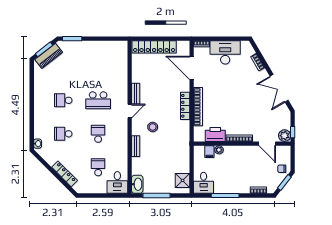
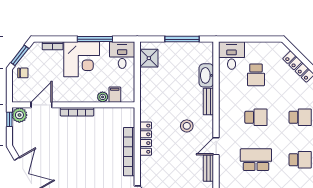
locker: (185, 106) -> (146, 139), moved
school desk: (98, 134) -> (256, 117), turned -90
printer: (215, 134) -> (107, 116), removed
door: (267, 144) -> (41, 105), hinge flipped
corner desk: (236, 180) -> (82, 59), added
washbasin: (137, 184) -> (206, 75), moved

